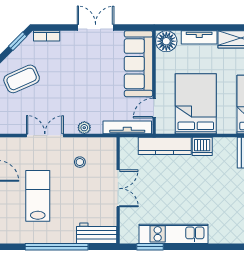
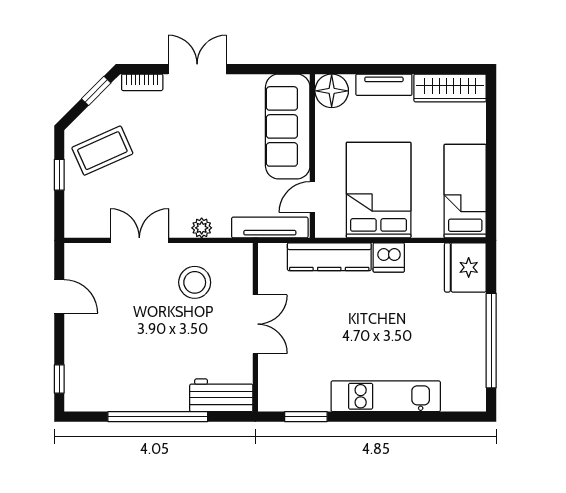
double door: (96, 27) -> (197, 69), moved
stool: (80, 162) -> (195, 282), width x1.89, depth x1.89
lab bench: (38, 196) -> (128, 336), removed
kitchen unit: (173, 234) -> (386, 396), moved

